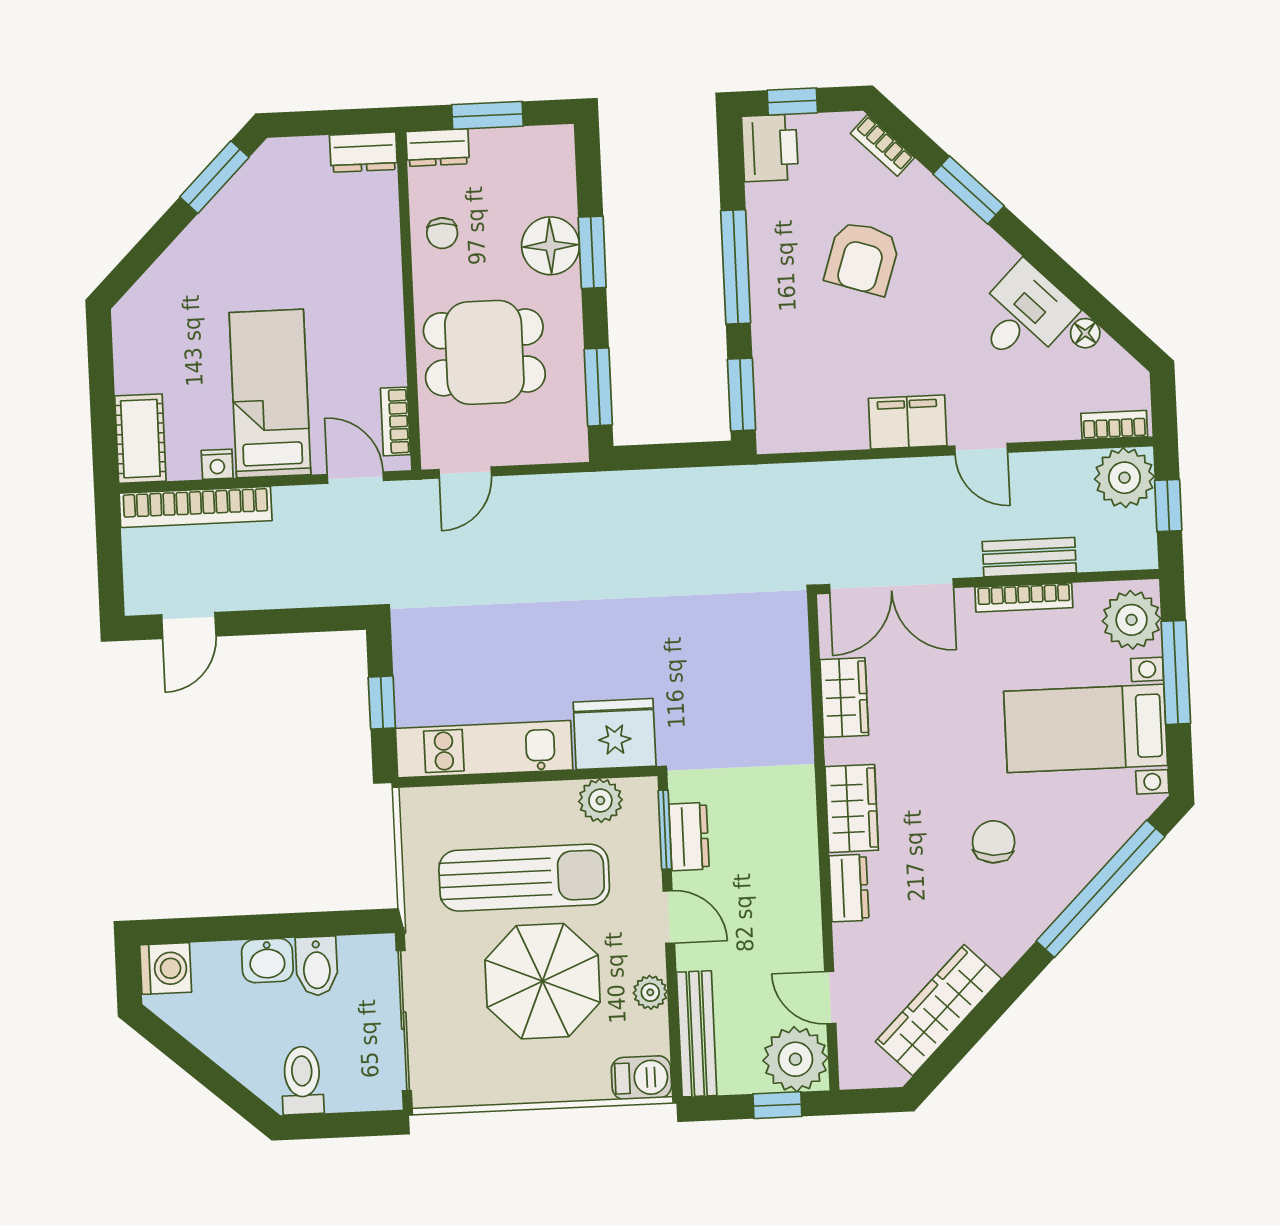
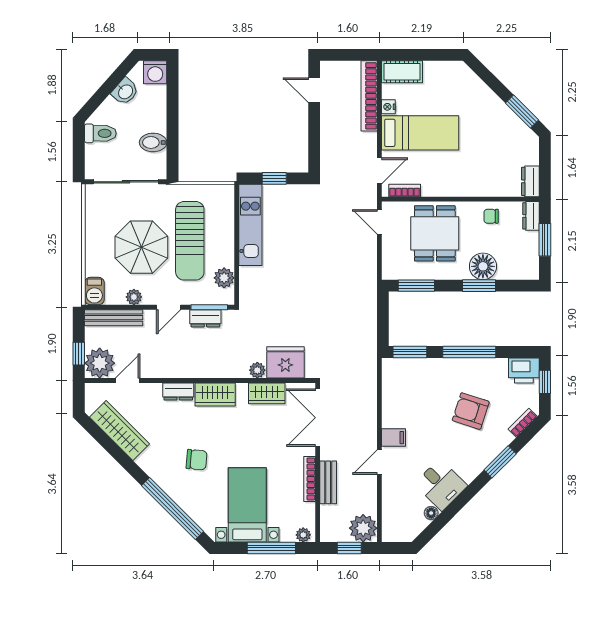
filing cabinet: (908, 422) -> (394, 438), width x0.50
bookcase: (1114, 425) -> (388, 525), removed
plant: (1132, 620) -> (303, 535), width x0.53, depth x0.53
plant: (795, 720) -> (257, 370), added
fridge: (615, 734) -> (285, 362), moved, turned -90
washbasin: (267, 961) -> (125, 92), moved, turned -139

